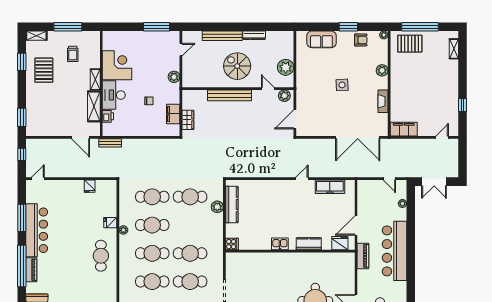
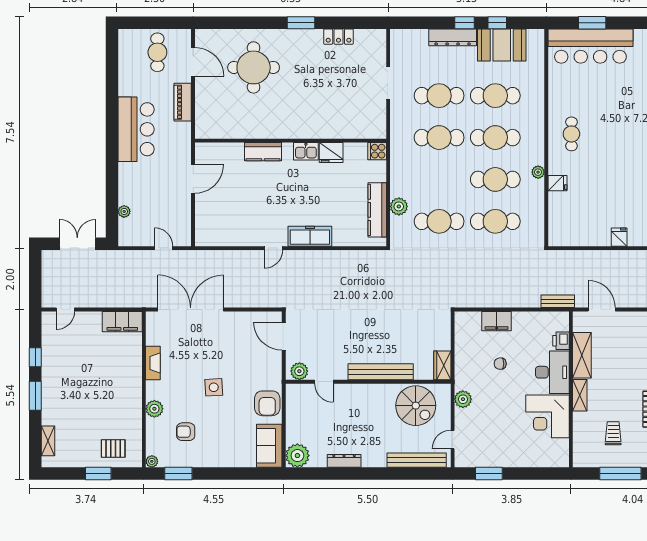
window: (157, 27) -> (489, 474), width x0.69
window: (348, 27) -> (178, 474), moved
window: (420, 27) -> (98, 474), width x0.47
bench: (222, 36) -> (417, 460), moved
sofa: (321, 39) -> (269, 446), moved, turned -90
armchair: (361, 40) -> (186, 432), moved
pallet: (410, 44) -> (113, 448), width x0.67, depth x0.71
spiral stairs: (237, 66) -> (416, 406), moved
plant: (286, 67) -> (297, 456), moved
armchair: (306, 74) -> (267, 403), added
window: (462, 79) -> (35, 396), added
filing cabinet: (173, 114) -> (497, 321), moved, turned 90
door: (295, 119) -> (284, 336), swing flipped
wardrobe: (188, 120) -> (442, 365), moved
door: (389, 179) -> (164, 248), moved
fridge: (90, 186) -> (619, 237), moved
freezer: (330, 187) -> (310, 236), moved
fridge: (340, 243) -> (331, 153), moved
bar counter: (394, 251) -> (136, 129), width x0.73
cafe table: (101, 256) -> (571, 134), width x0.73, depth x0.74
piano: (363, 256) -> (183, 102), moved

